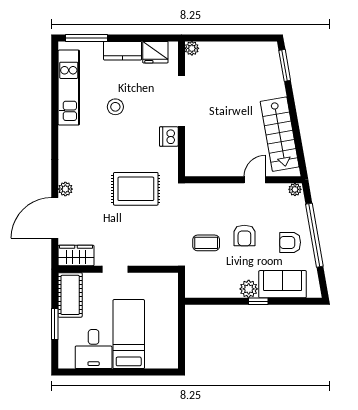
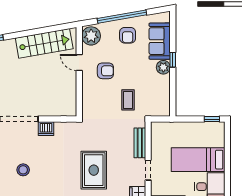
rug: (136, 189) -> (94, 170), moved
plant: (295, 189) -> (91, 36), width x1.88, depth x1.88
armchair: (244, 235) -> (105, 71), moved
bench: (150, 258) -> (140, 143), added
window: (181, 352) -> (212, 119), added

